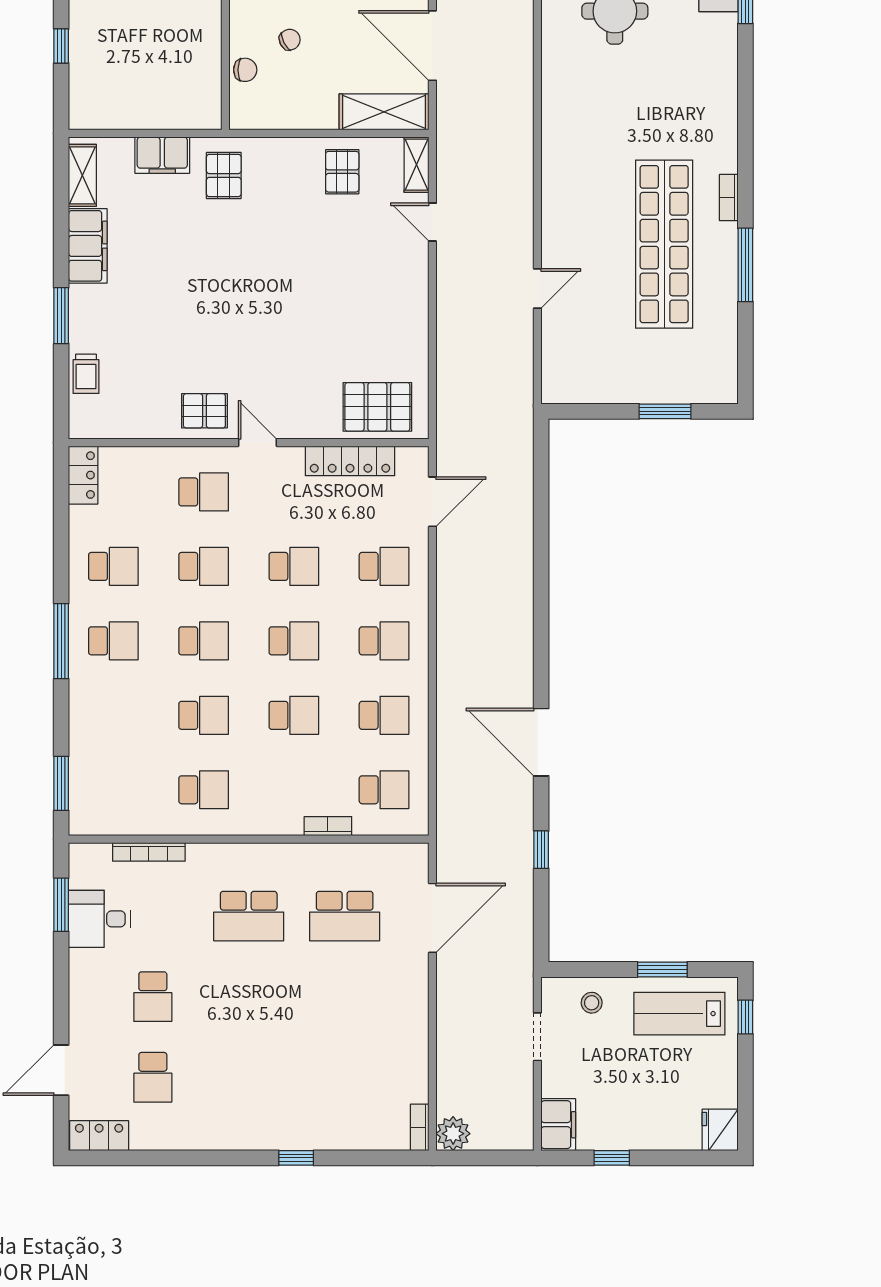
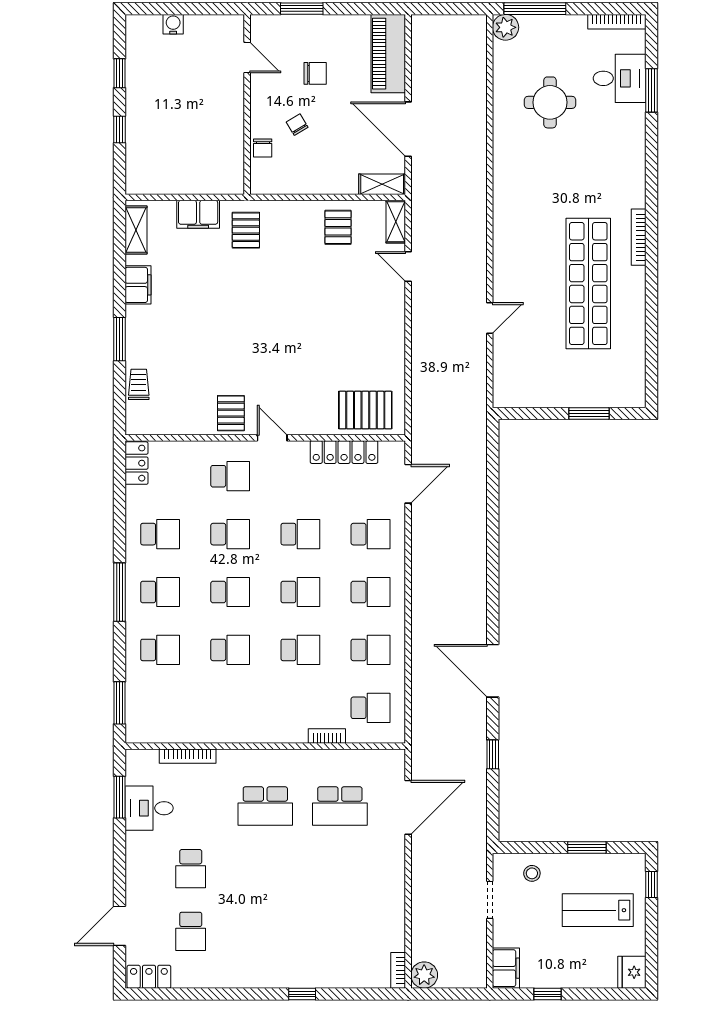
chair: (290, 40) -> (297, 125), turned -94
chair: (245, 70) -> (263, 148), turned 89
shelving: (384, 112) -> (382, 184), width x0.67, depth x0.75
bookcase: (729, 197) -> (639, 237), width x1.56
filing cabinet: (88, 246) -> (138, 285), width x0.67, depth x0.86
window: (745, 265) -> (651, 300), removed
trolley: (86, 374) -> (139, 384), turned 180
pallet: (204, 411) -> (231, 413), turned 90
school desk: (204, 790) -> (160, 650), moved
lab bench: (679, 1014) -> (598, 910), moved

